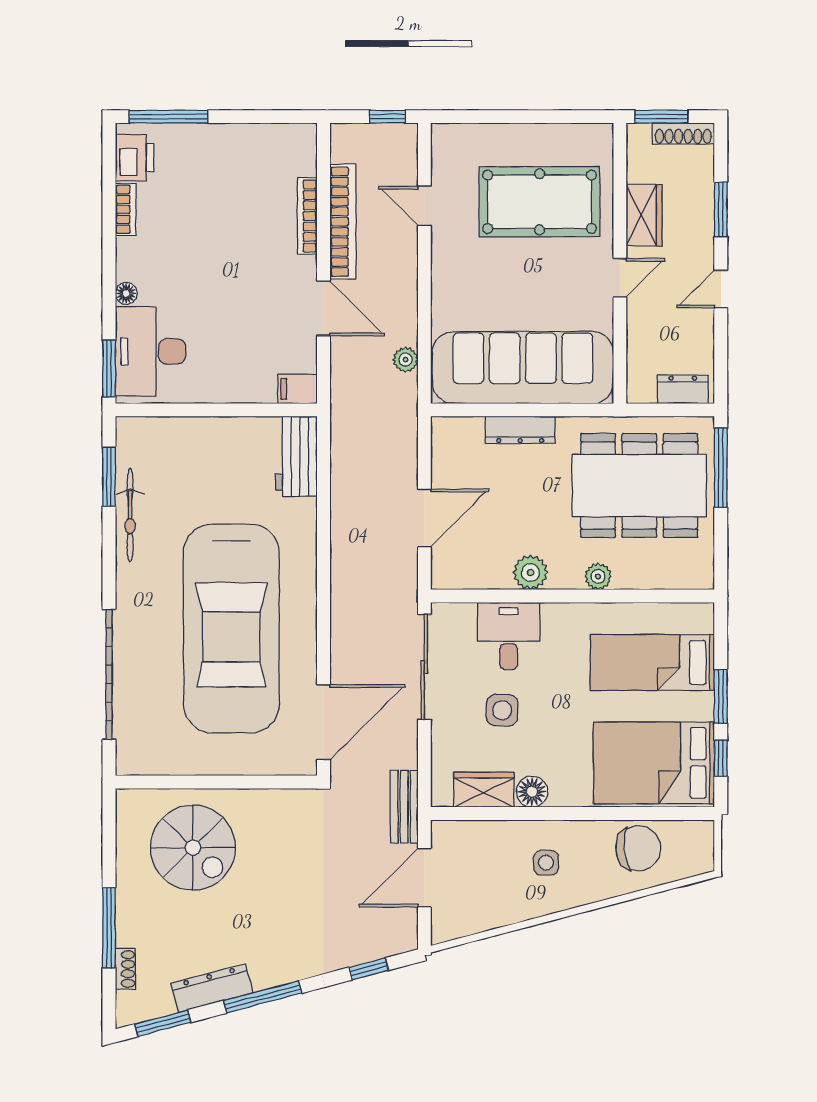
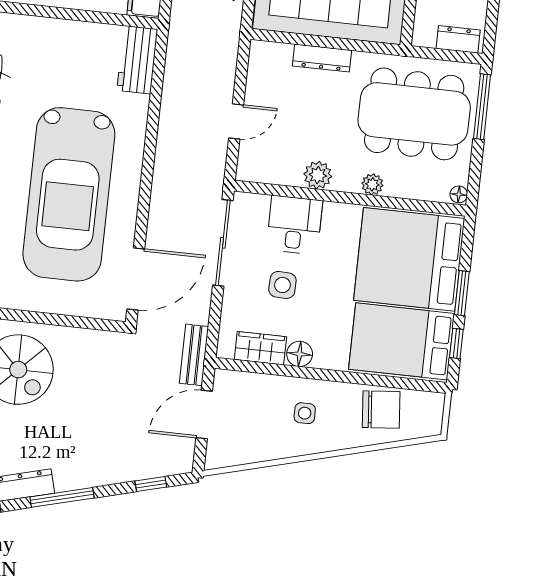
door: (424, 518) -> (236, 121), width x0.73
floor lamp: (704, 577) -> (459, 194), added
bed: (652, 662) -> (409, 259), width x2.04

